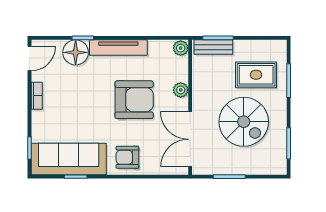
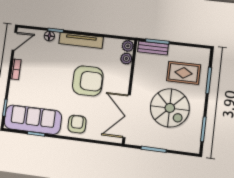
floor lamp: (76, 52) -> (49, 36), width x0.53, depth x0.53
plant: (181, 90) -> (126, 59), moved
armchair: (127, 157) -> (77, 124), turned 90

